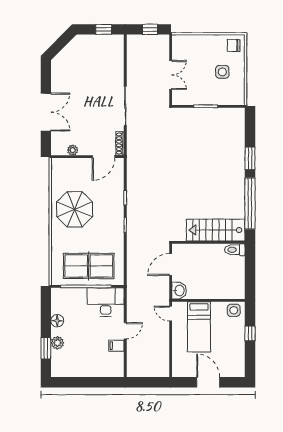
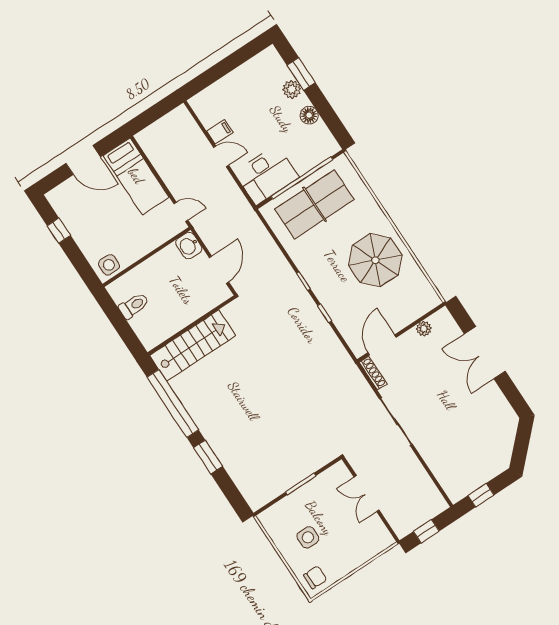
toilet: (235, 250) -> (134, 306), moved
bed: (199, 327) -> (136, 176), moved, turned 180
door: (125, 331) -> (221, 156), swing flipped
window: (250, 333) -> (59, 231), moved

